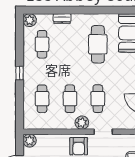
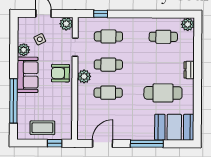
dresser: (62, 19) -> (189, 70), moved
window: (20, 73) -> (101, 14), moved
doorway: (103, 132) -> (75, 47), moved

